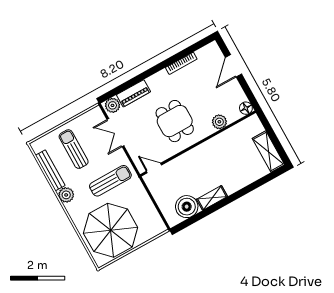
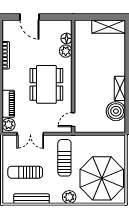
floor lamp: (246, 108) -> (67, 38), moved
dining table: (175, 121) -> (46, 84), width x1.38
plant: (66, 195) -> (69, 197), moved

